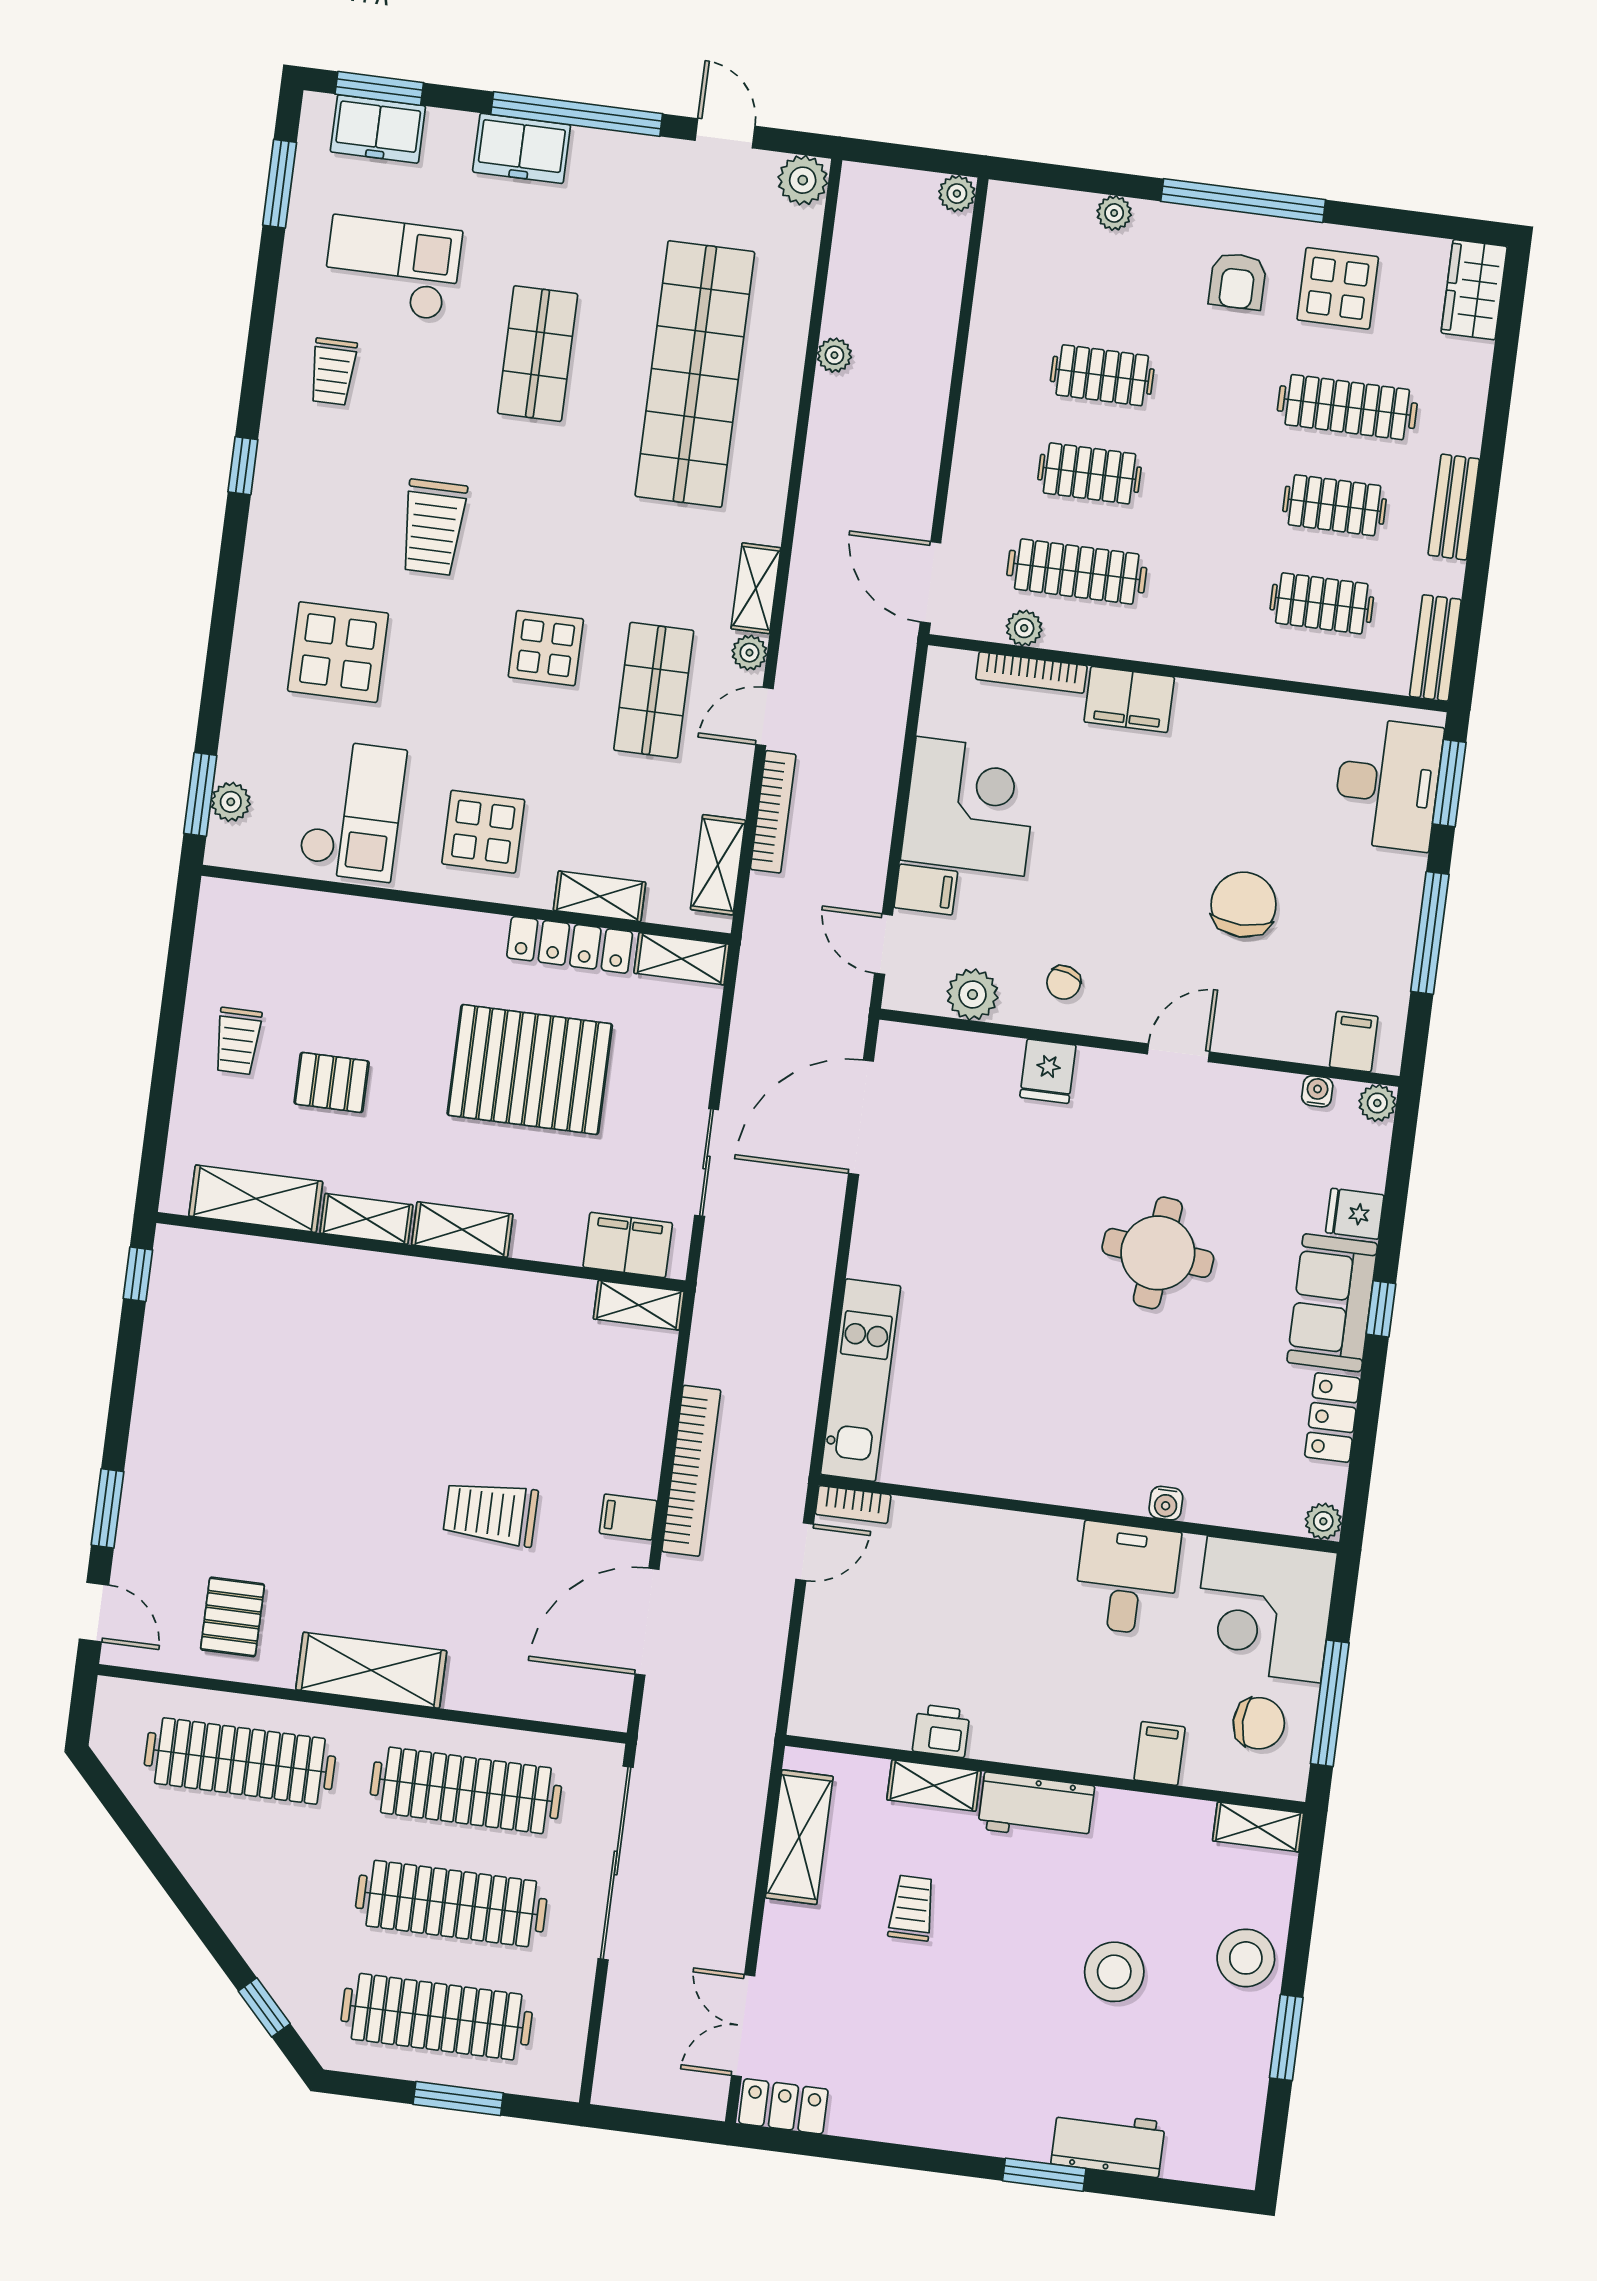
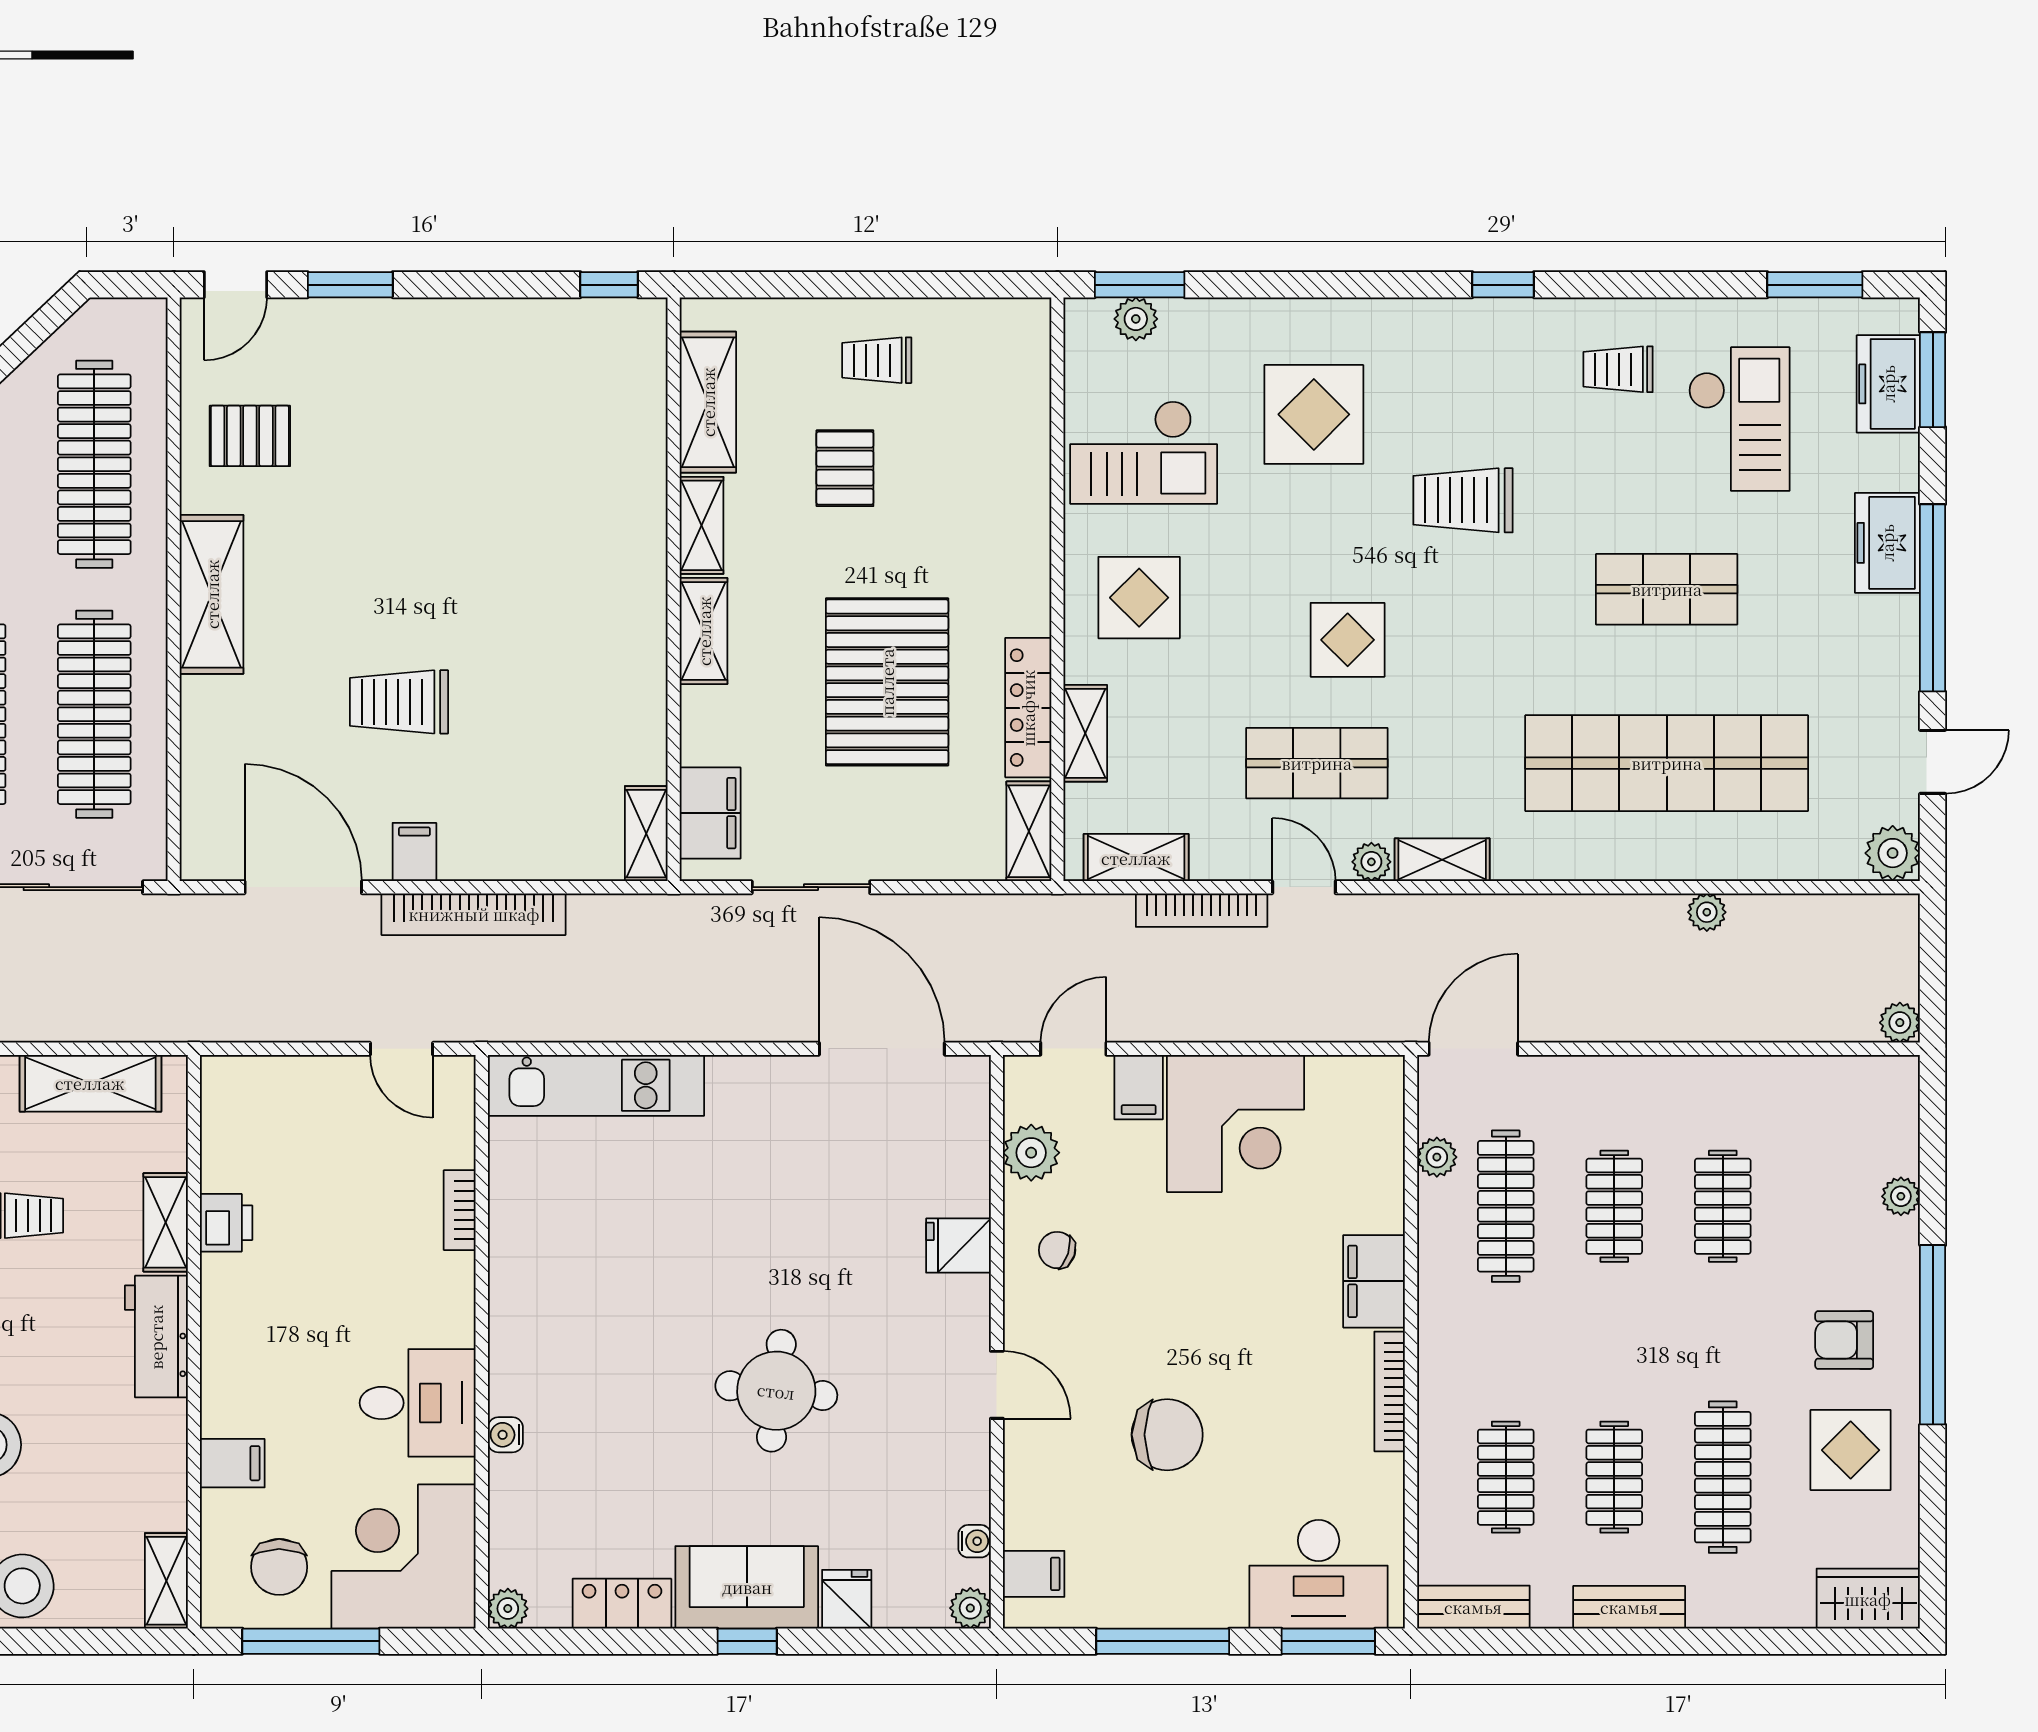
bookcase: (1031, 672) -> (1390, 1391), moved
bookcase: (853, 1505) -> (460, 1210), moved
trolley: (491, 1513) -> (399, 702), turned -90

